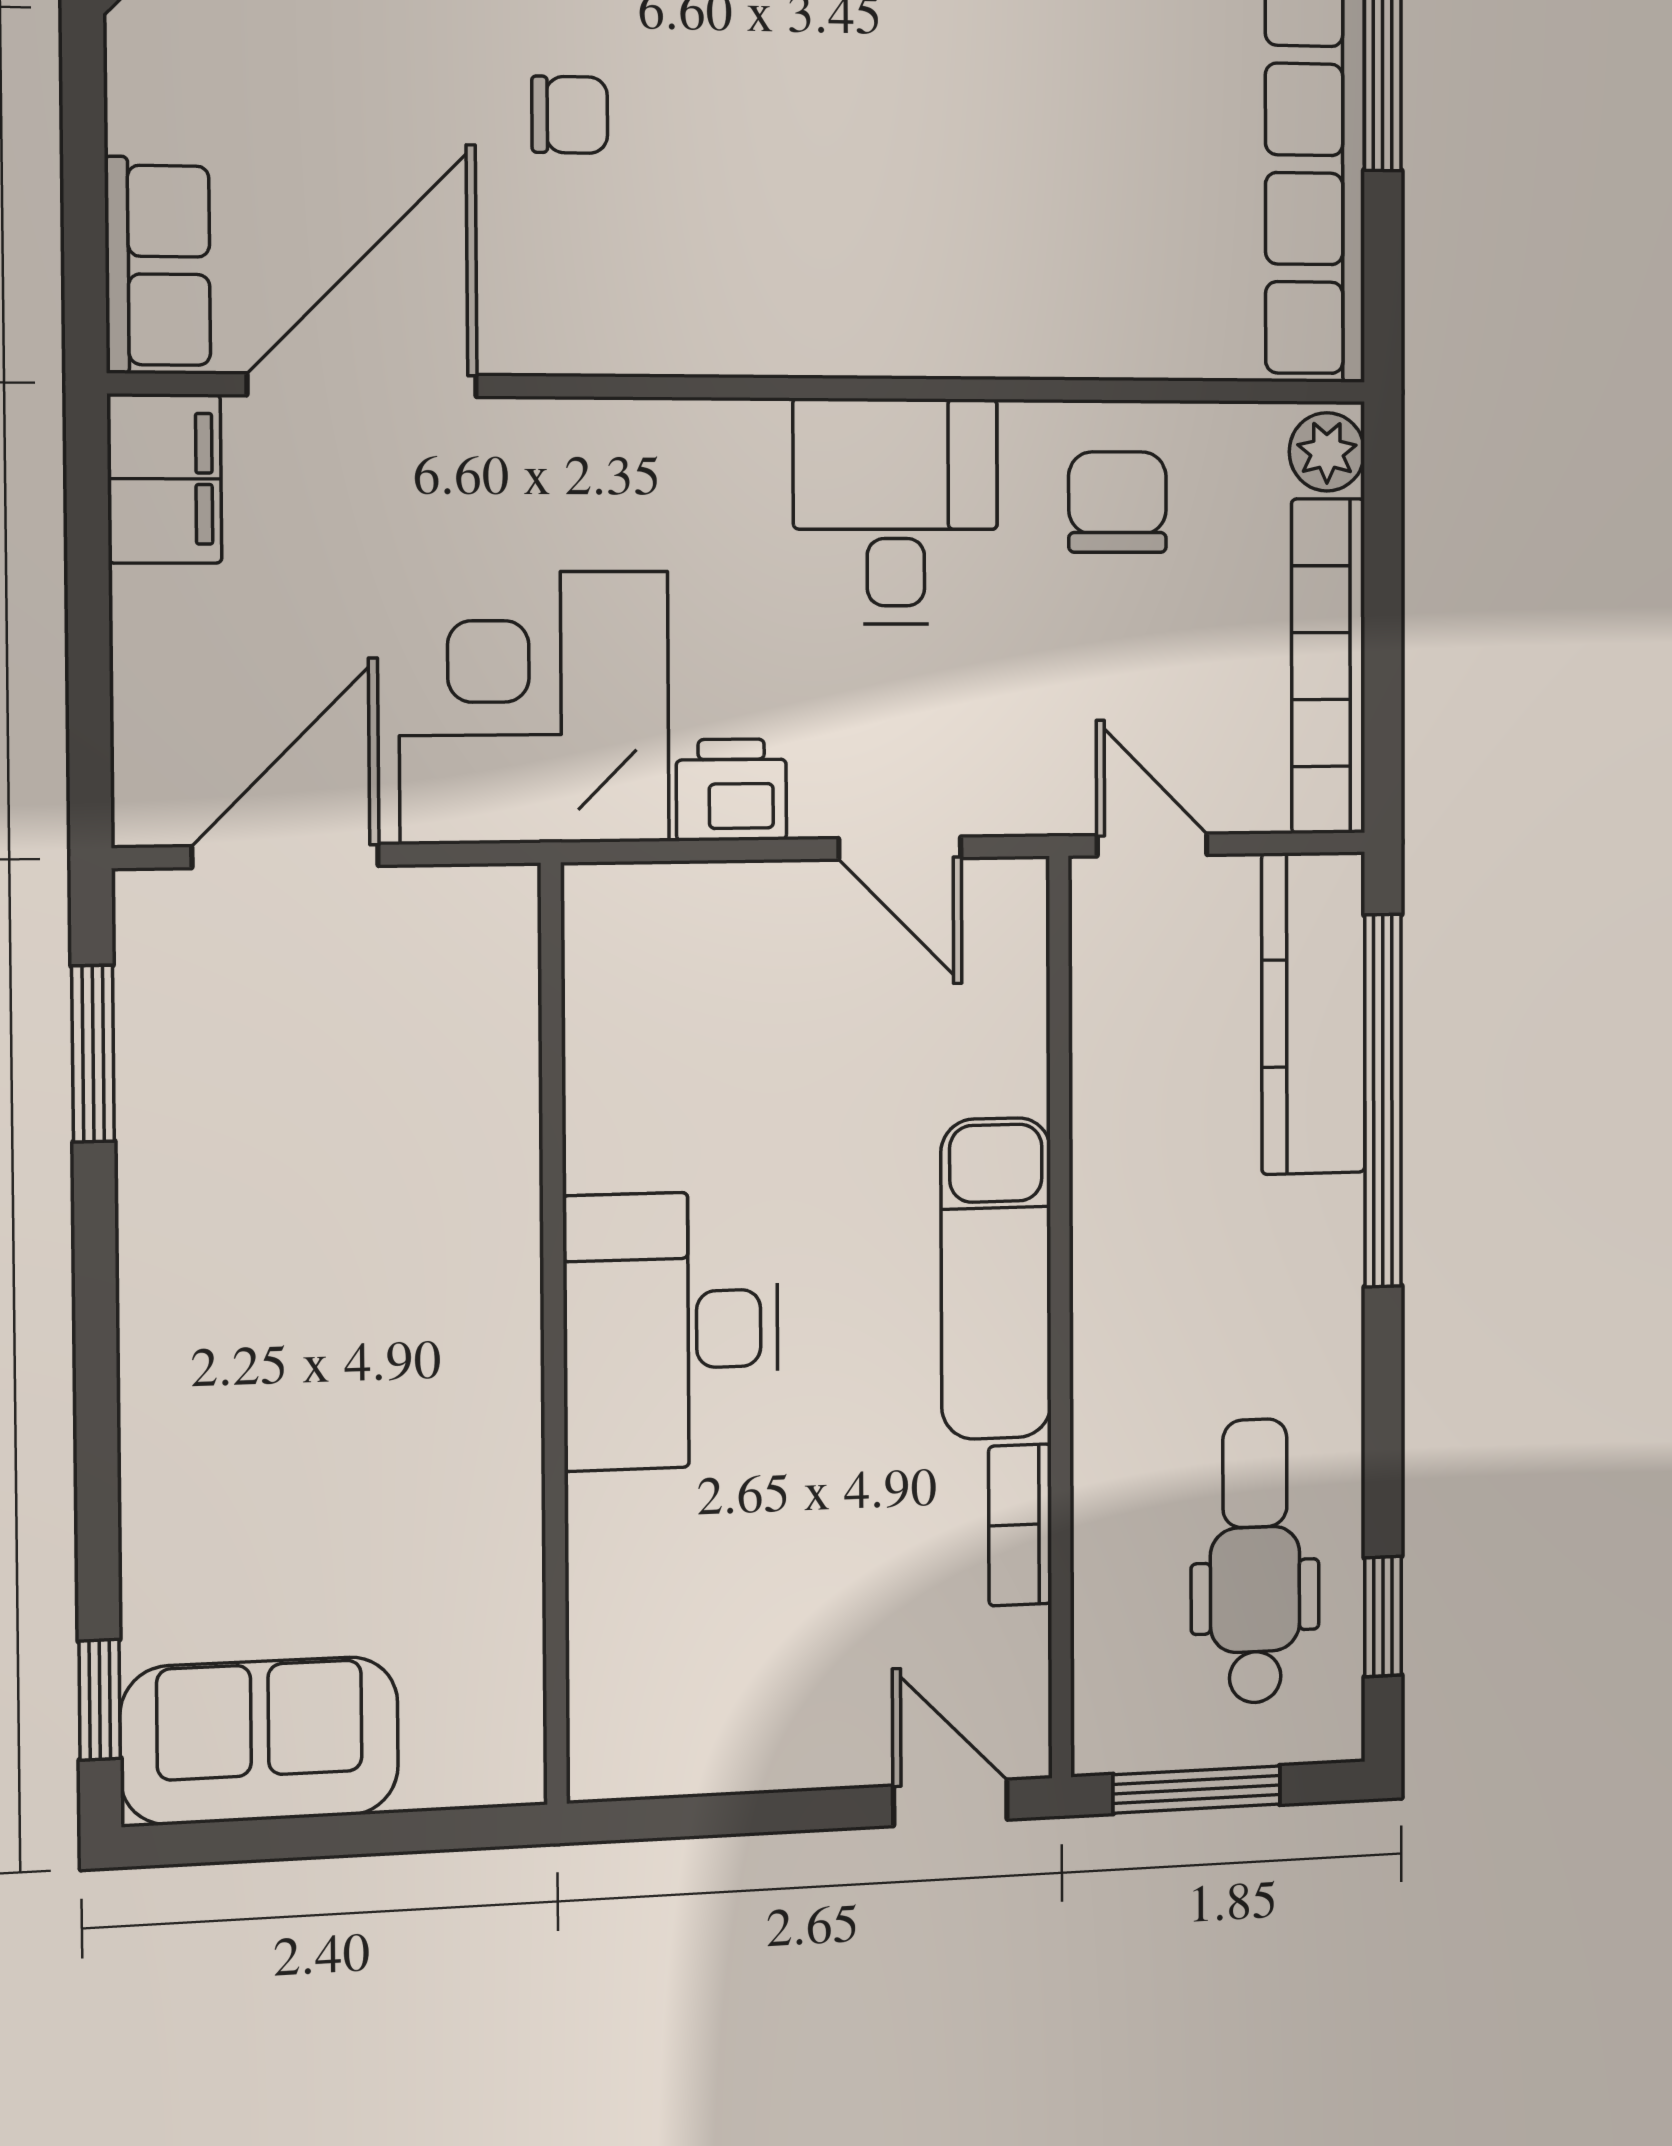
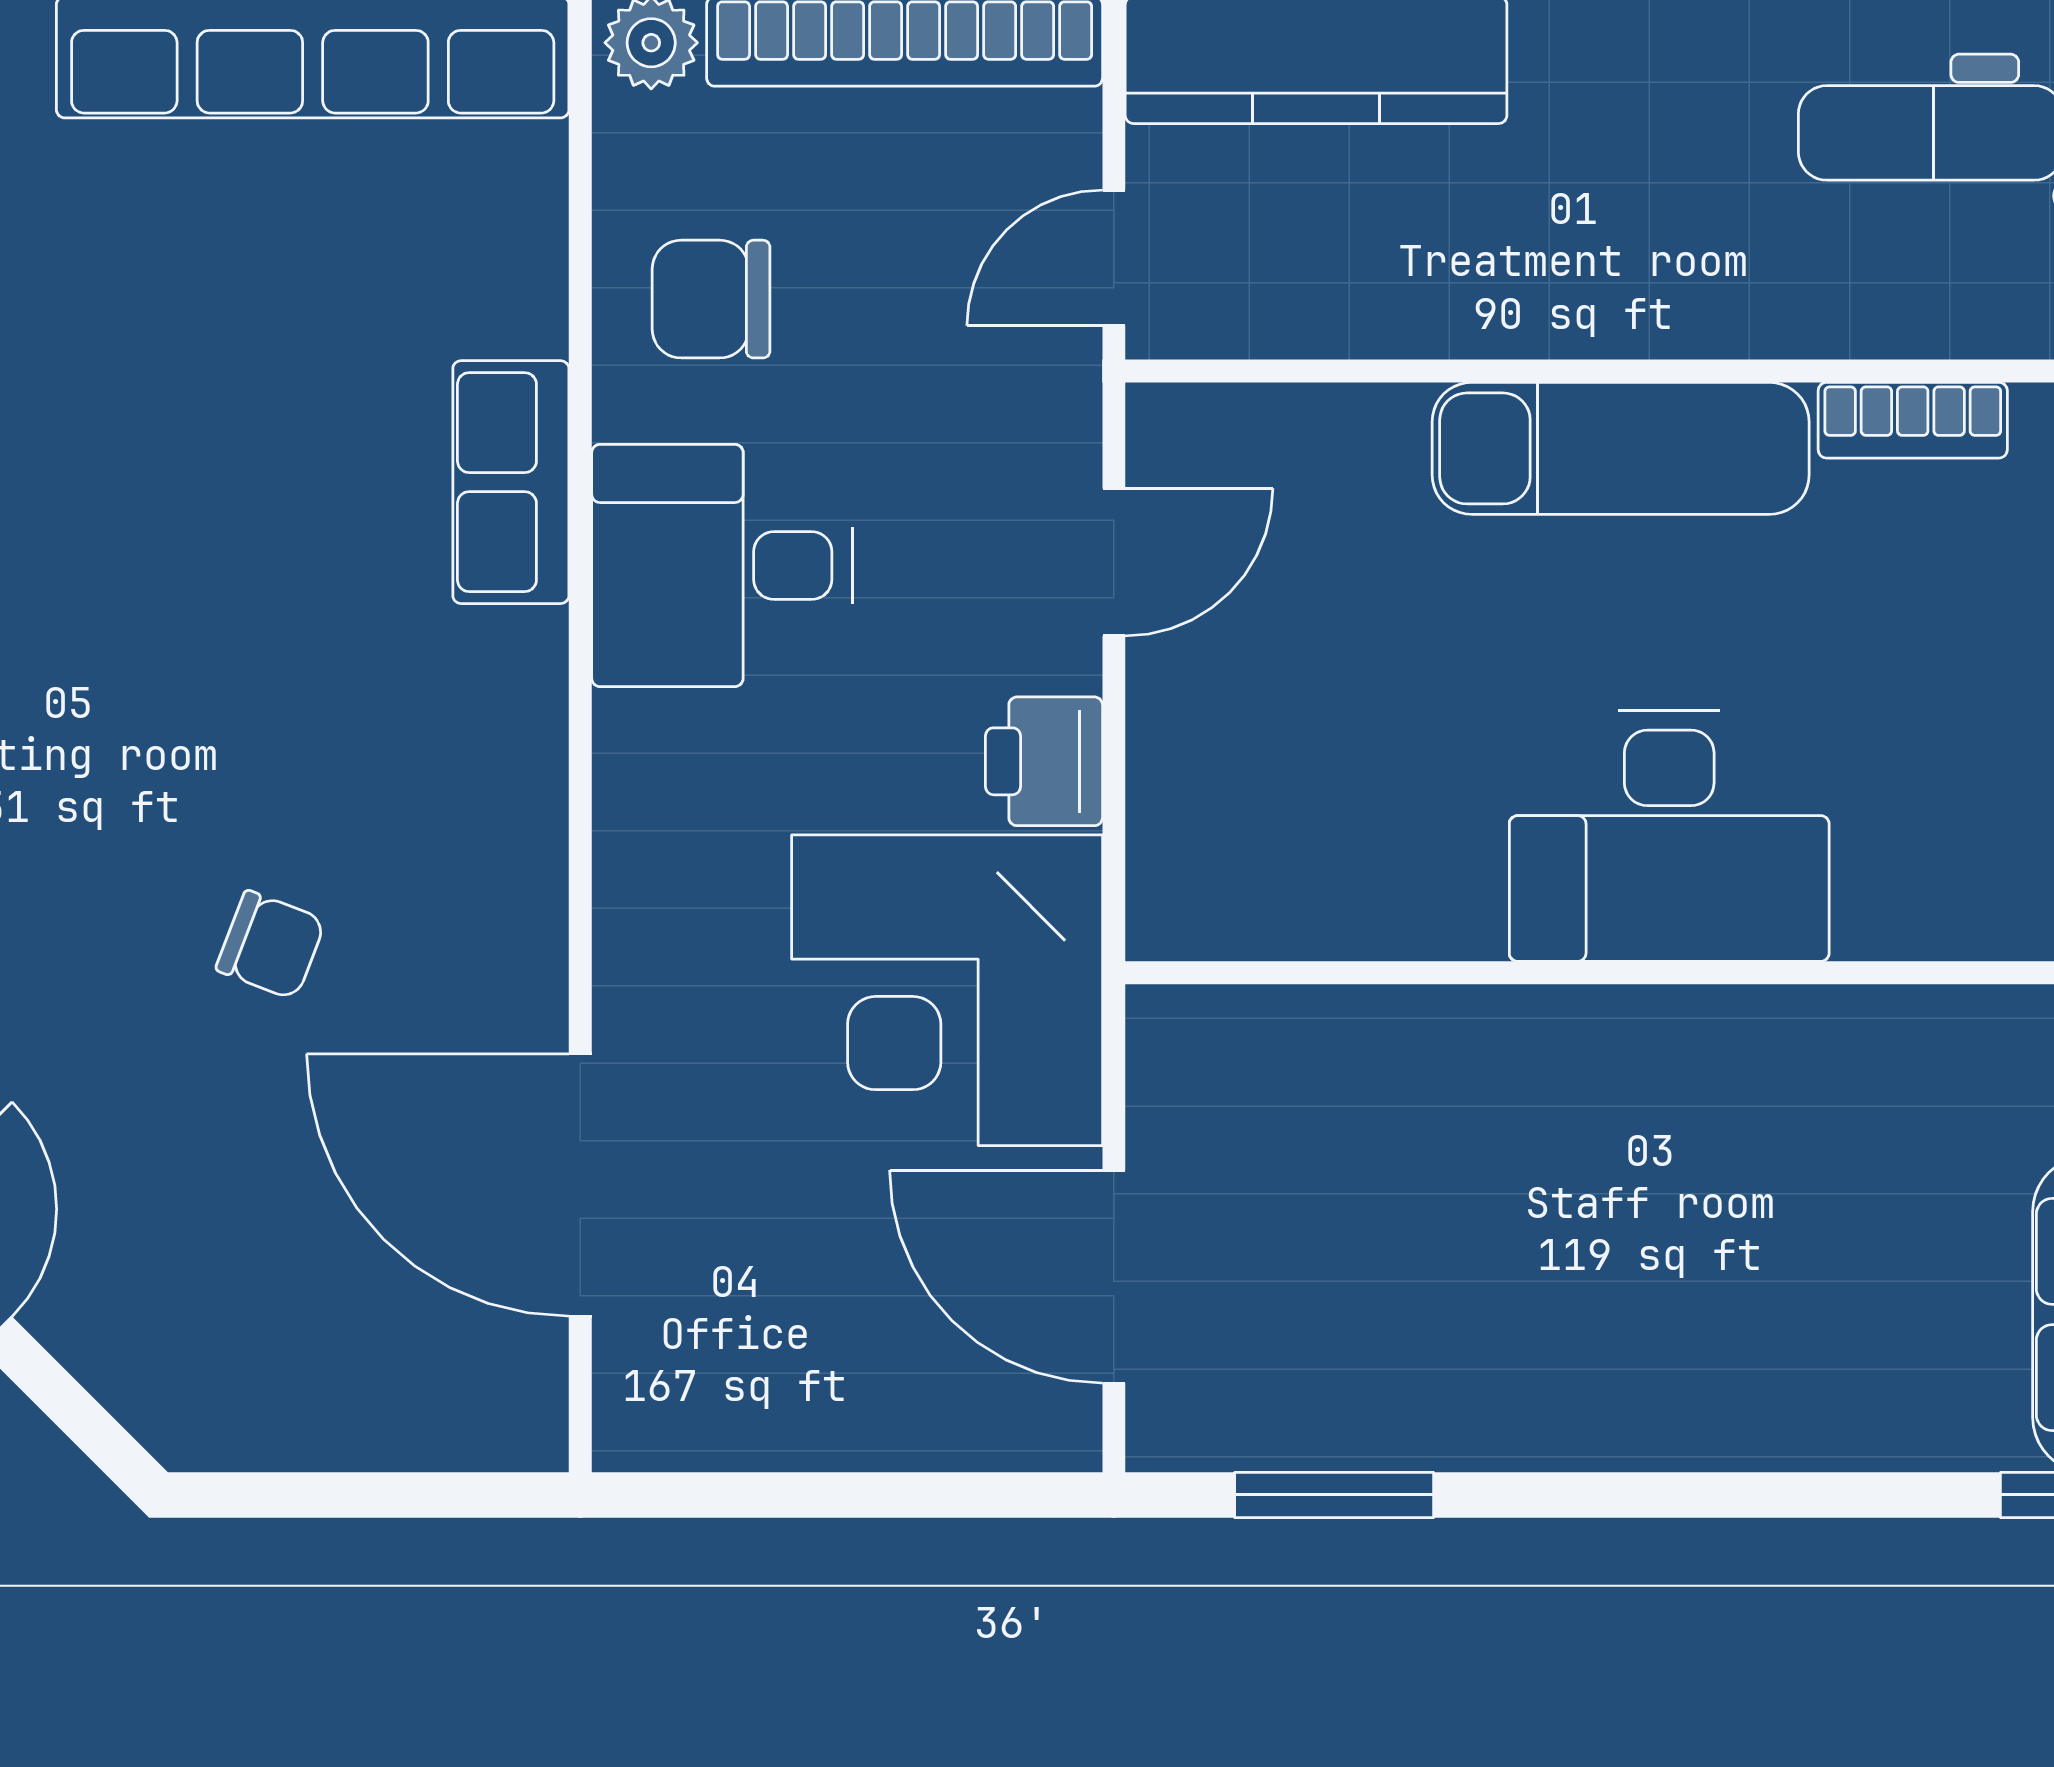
chair: (570, 115) -> (271, 945), turned 111
row of seats: (158, 265) -> (511, 482), moved, turned -90
filing cabinet: (164, 479) -> (687, 1409), removed

